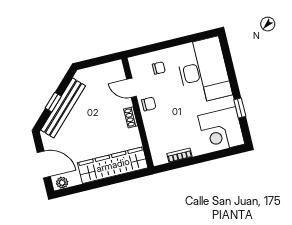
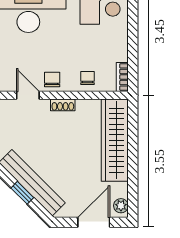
chair: (159, 68) -> (88, 78), moved
door: (132, 88) -> (28, 95), swing flipped
bookcase: (180, 155) -> (122, 77), moved

